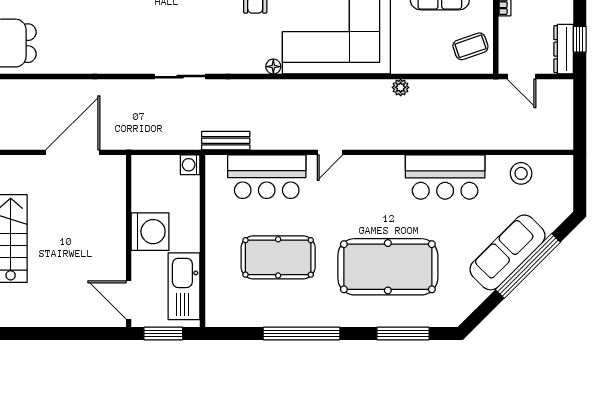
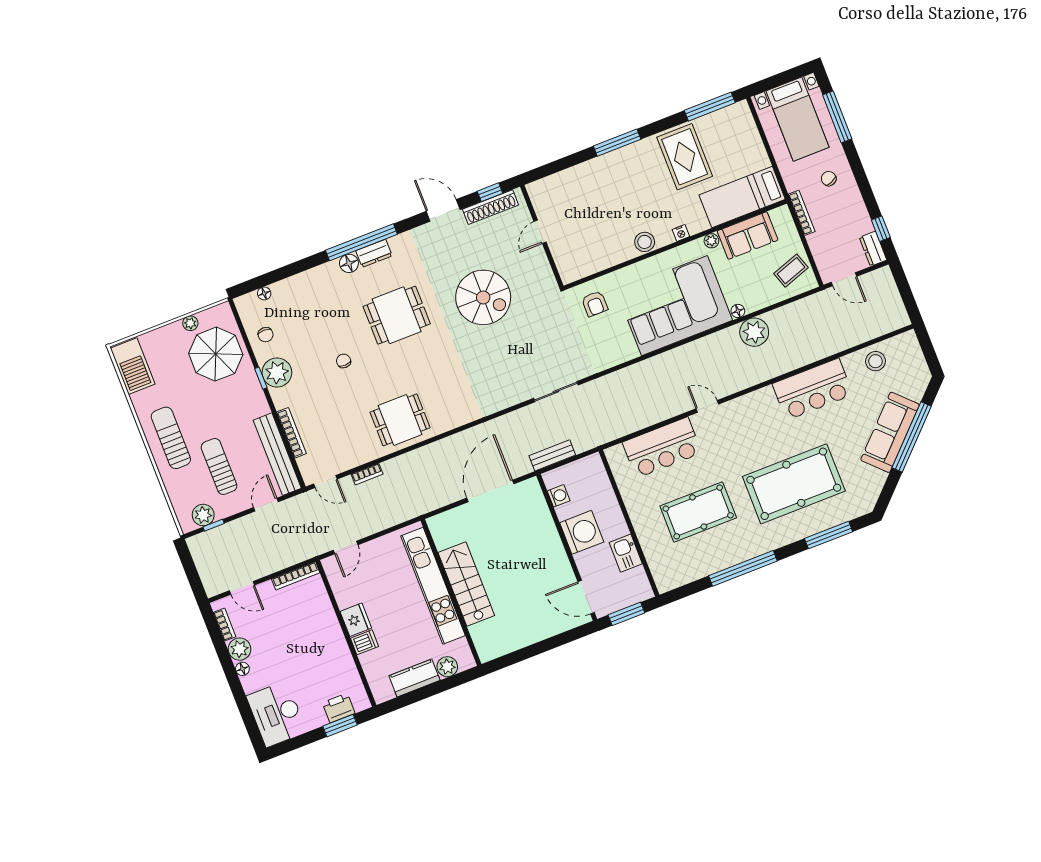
dresser: (564, 49) -> (873, 249), width x0.70
floor lamp: (273, 67) -> (738, 311), moved
plant: (401, 87) -> (754, 332), width x1.88, depth x1.88
bench: (226, 141) -> (552, 455), moved
door: (330, 152) -> (707, 406), swing flipped
washing machine: (190, 165) -> (559, 496), moved, turned 180
kitchen sink: (184, 286) -> (626, 553), width x0.53, depth x0.81

